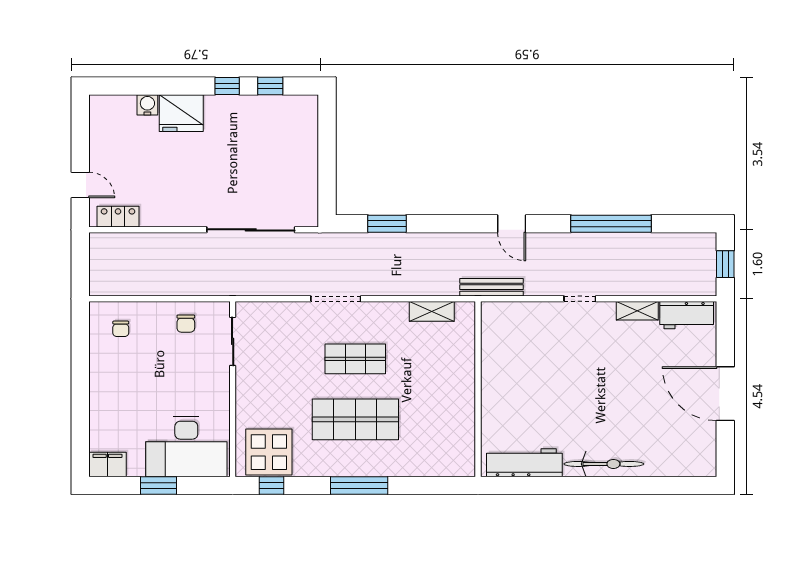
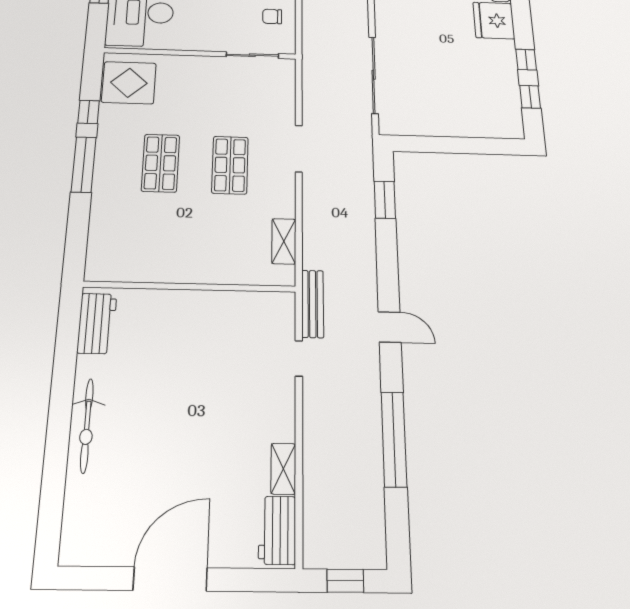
door: (512, 224) -> (390, 327), swing flipped
doorway: (580, 299) -> (299, 358), moved
shop shelf: (355, 419) -> (161, 163), width x0.70, depth x0.74
workbench: (524, 463) -> (97, 323), width x0.73
window: (271, 486) -> (89, 112), moved

